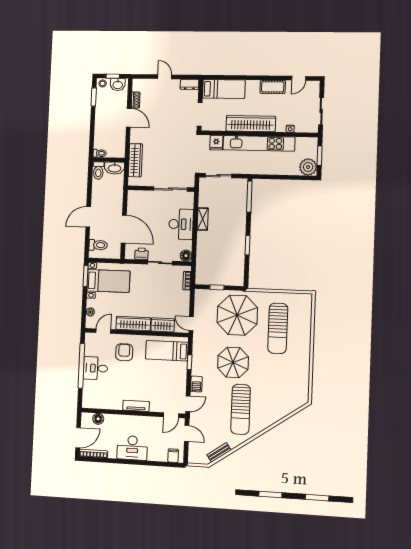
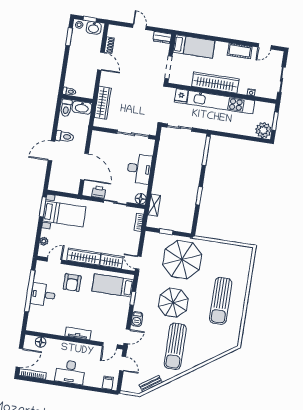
shelving: (203, 219) -> (154, 205), moved
toilet: (98, 245) -> (65, 137), moved
sun lounger: (278, 328) -> (221, 301), moved
armchair: (124, 352) -> (72, 283), turned 180

